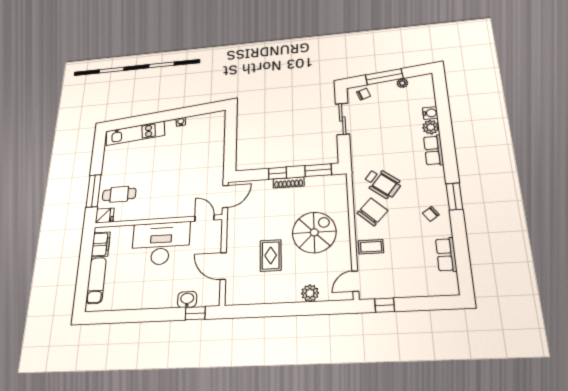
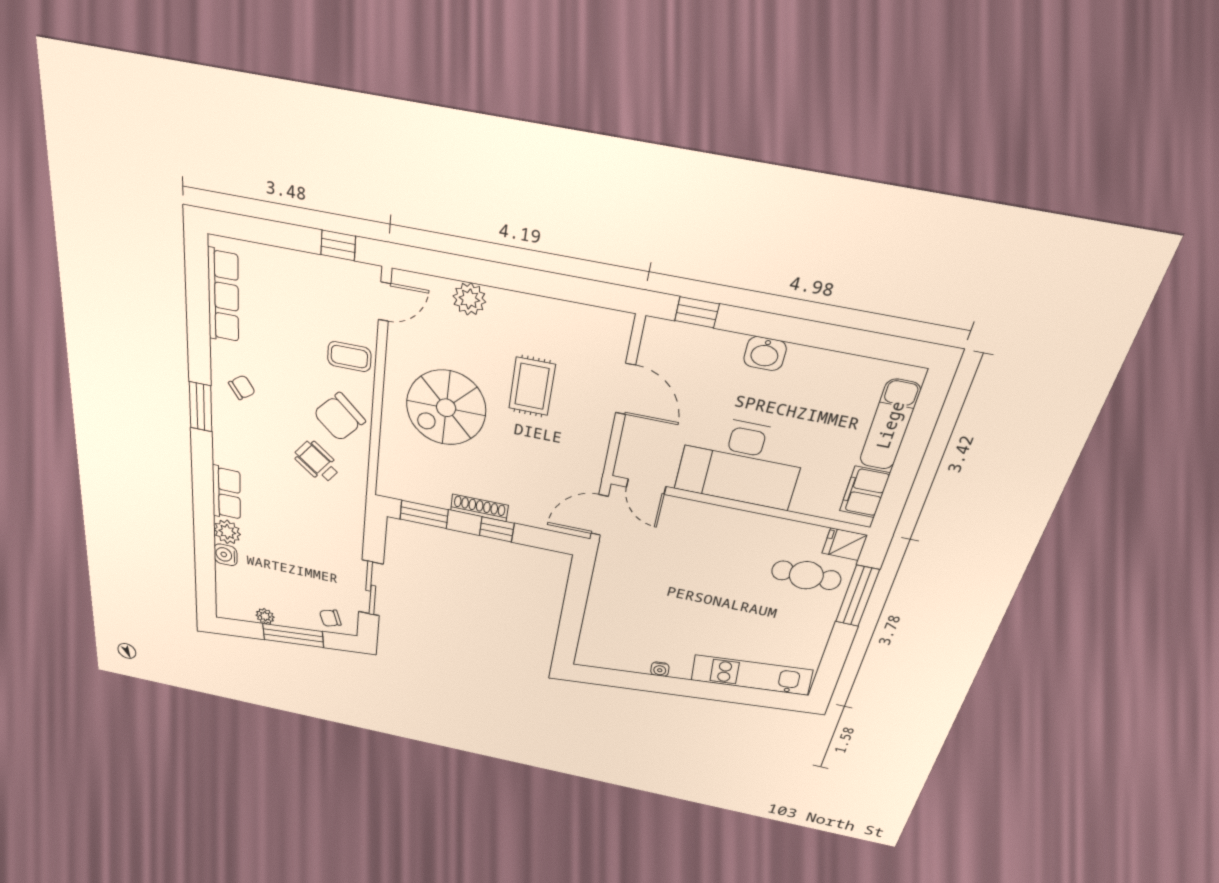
wheelchair: (382, 183) -> (317, 462), width x0.73, depth x0.73
row of seats: (446, 255) -> (223, 296), width x1.48
washbasin: (187, 299) -> (765, 354), moved

